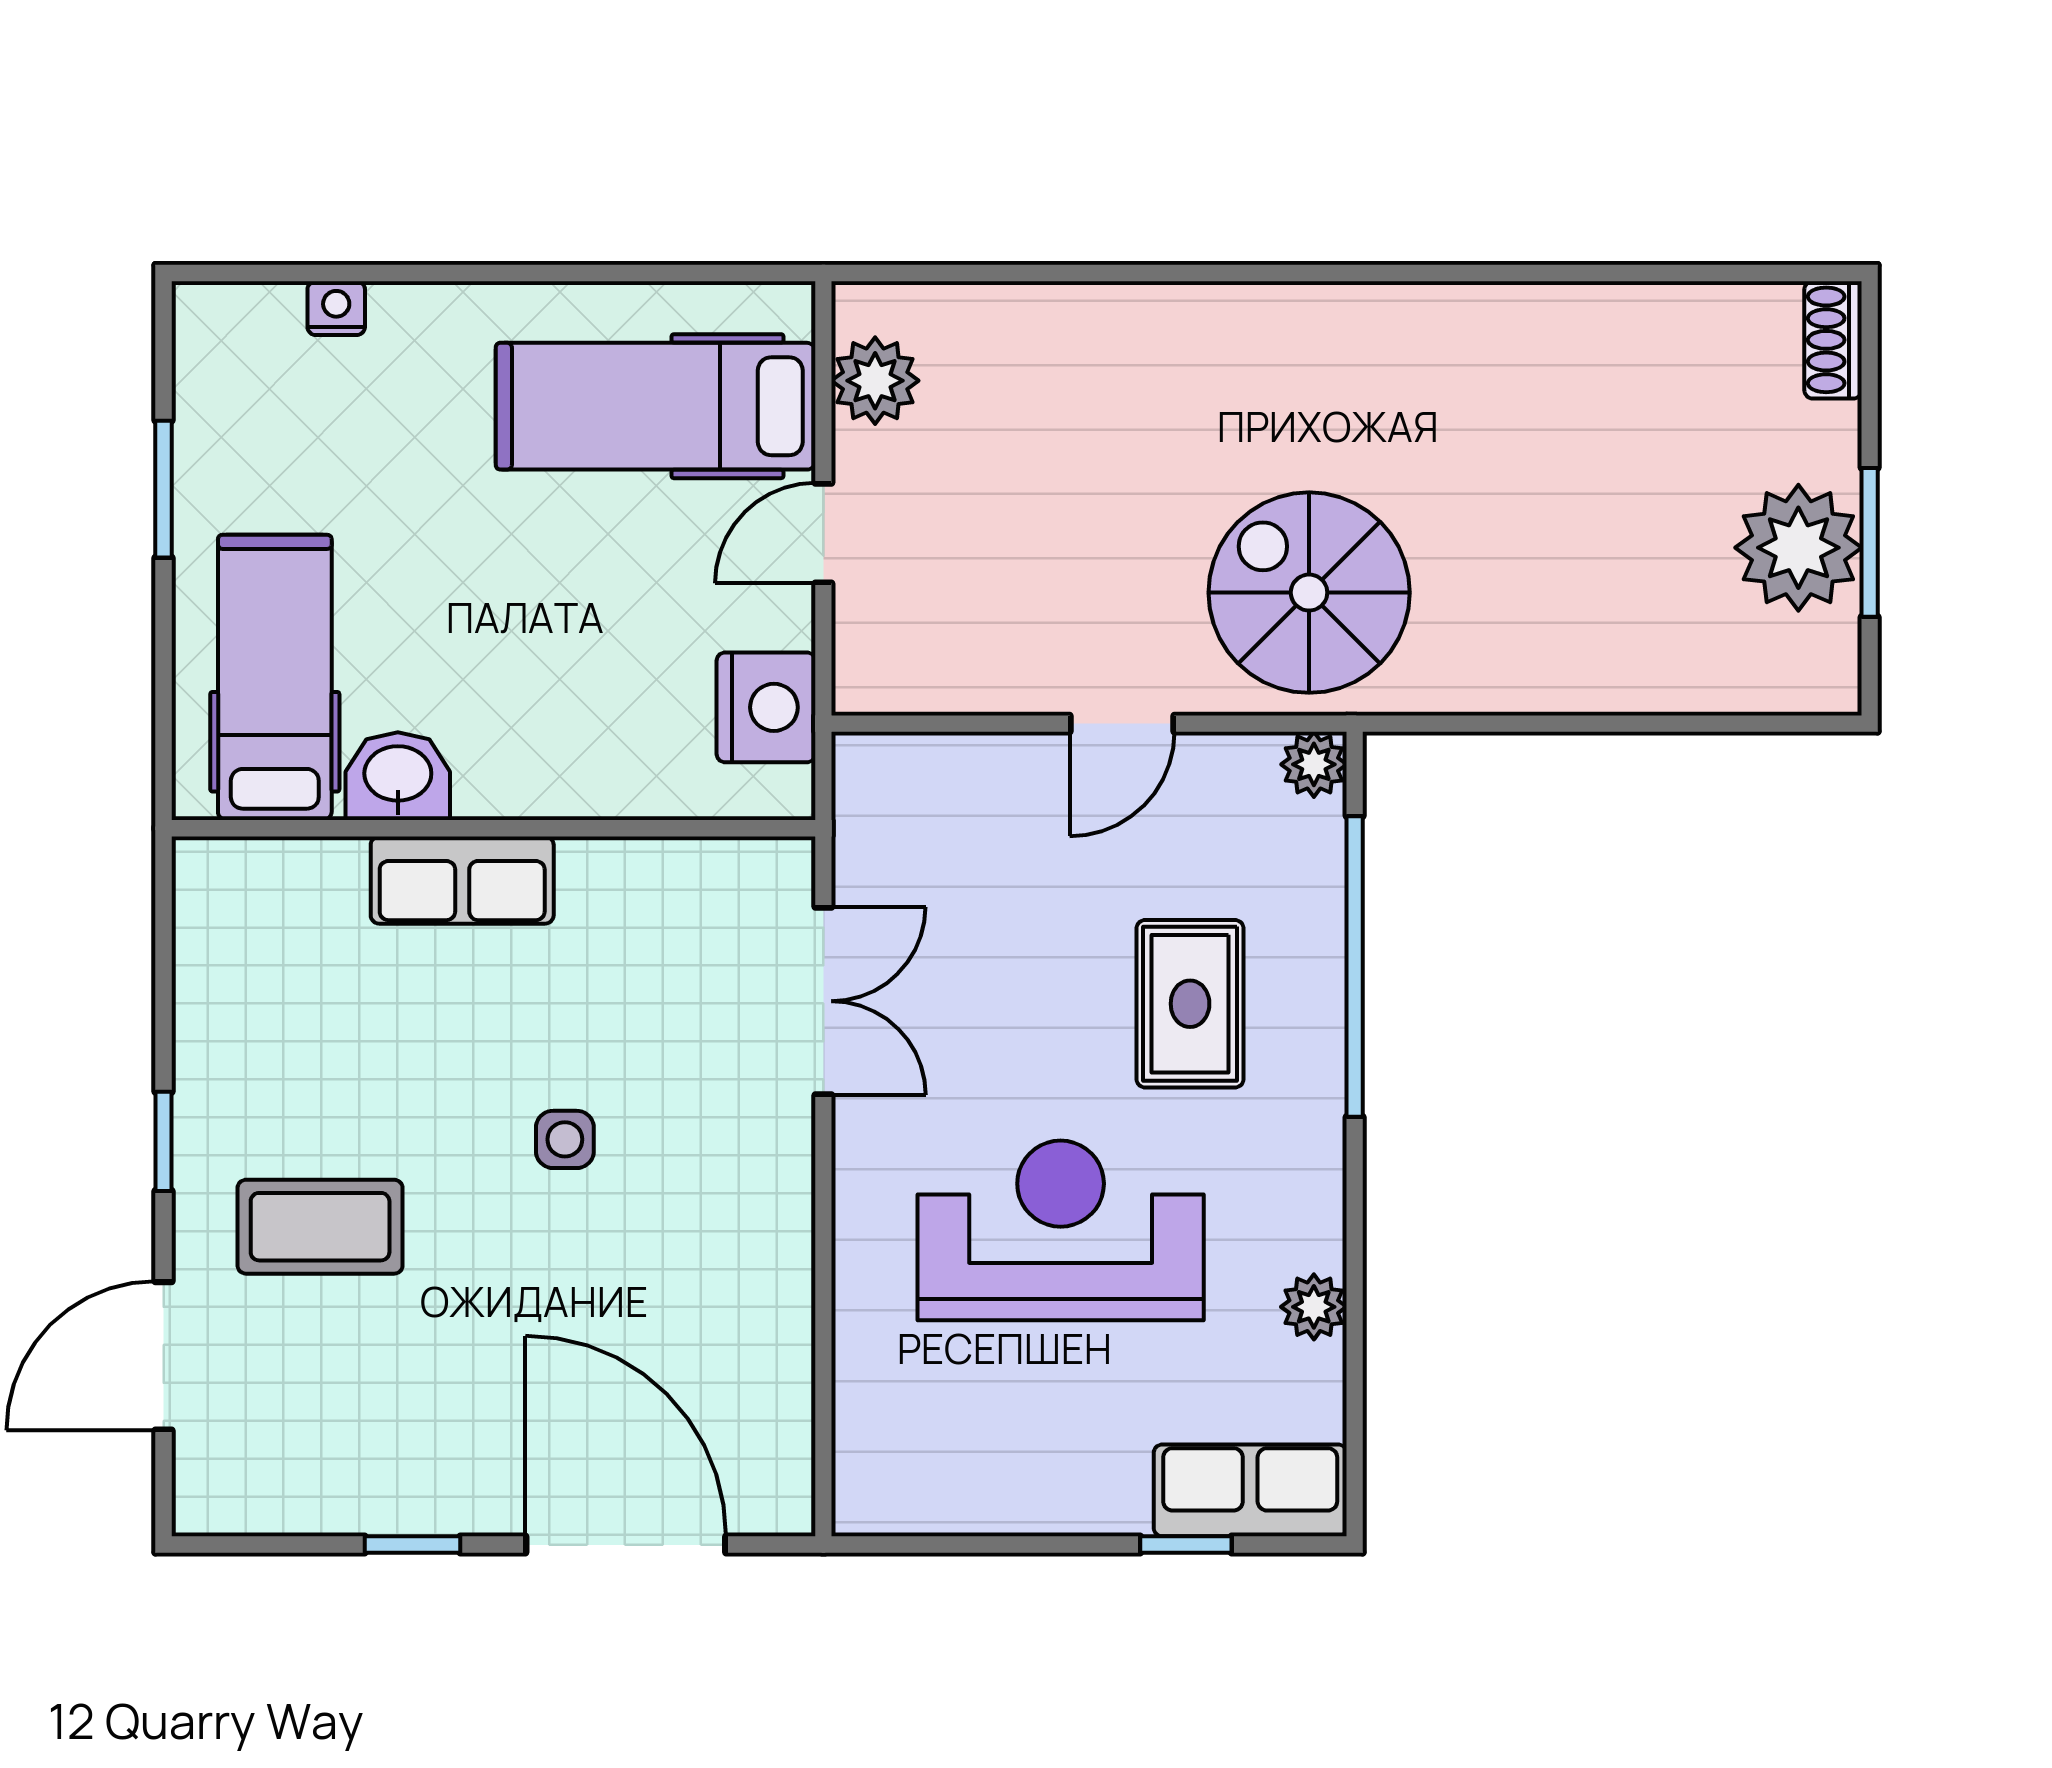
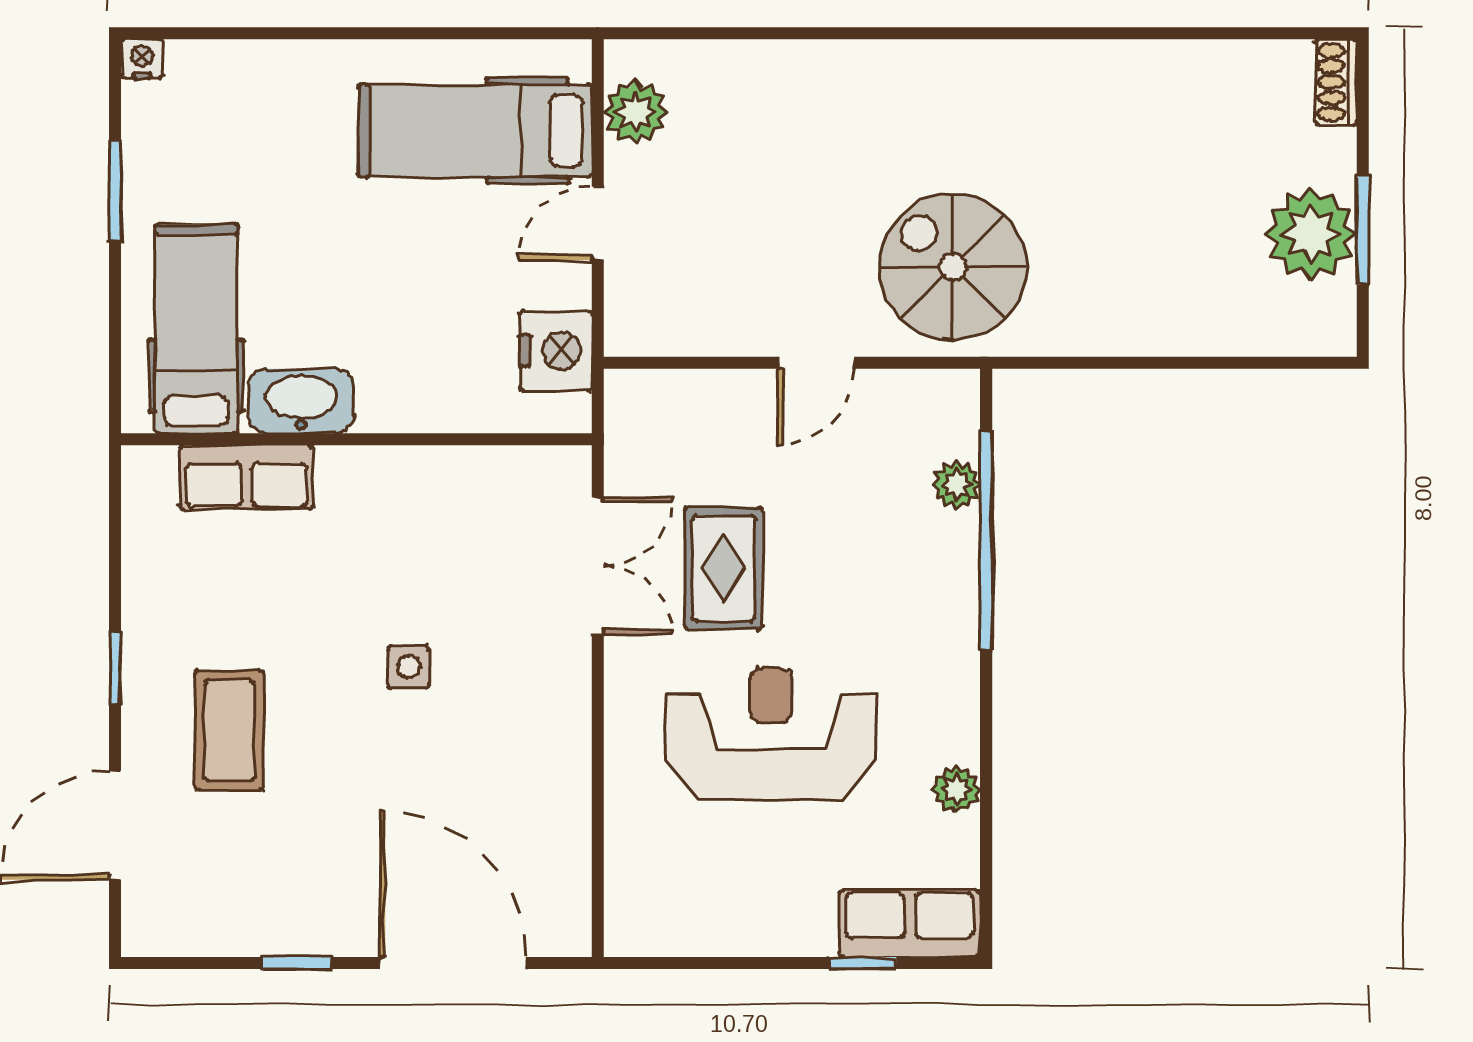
nightstand: (336, 308) -> (142, 59), moved
plant: (1314, 764) -> (956, 485), moved
washbasin: (398, 776) -> (301, 401), width x1.38
row of seats: (462, 880) -> (247, 477), moved
rug: (1190, 1004) -> (724, 568), moved
coffee table: (320, 1227) -> (230, 731), turned 90

